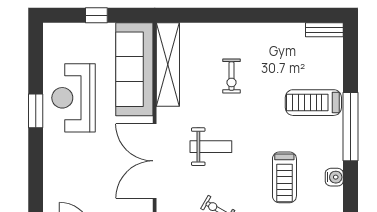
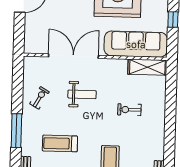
shelving: (168, 64) -> (147, 67), width x0.68
weight bench: (211, 147) -> (82, 94), turned -90

